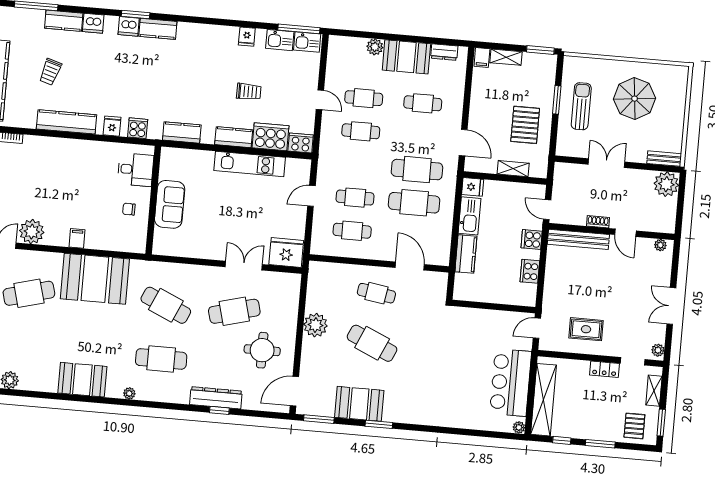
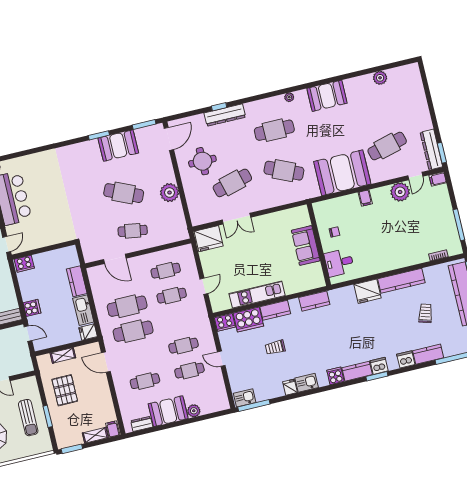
kitchen sink: (280, 40) -> (307, 383), moved
fridge: (112, 126) -> (368, 291), width x1.88, depth x1.34
cooker: (138, 128) -> (335, 376), moved, turned 180
cooker: (530, 271) -> (24, 264), moved, turned 90

